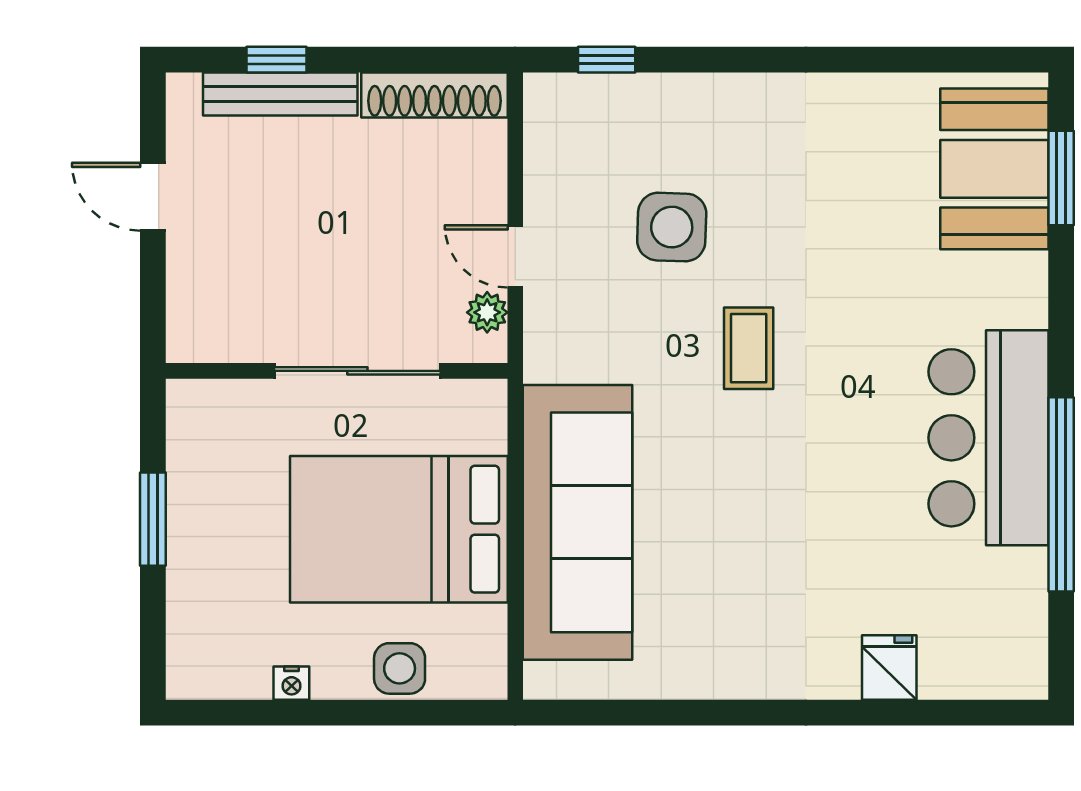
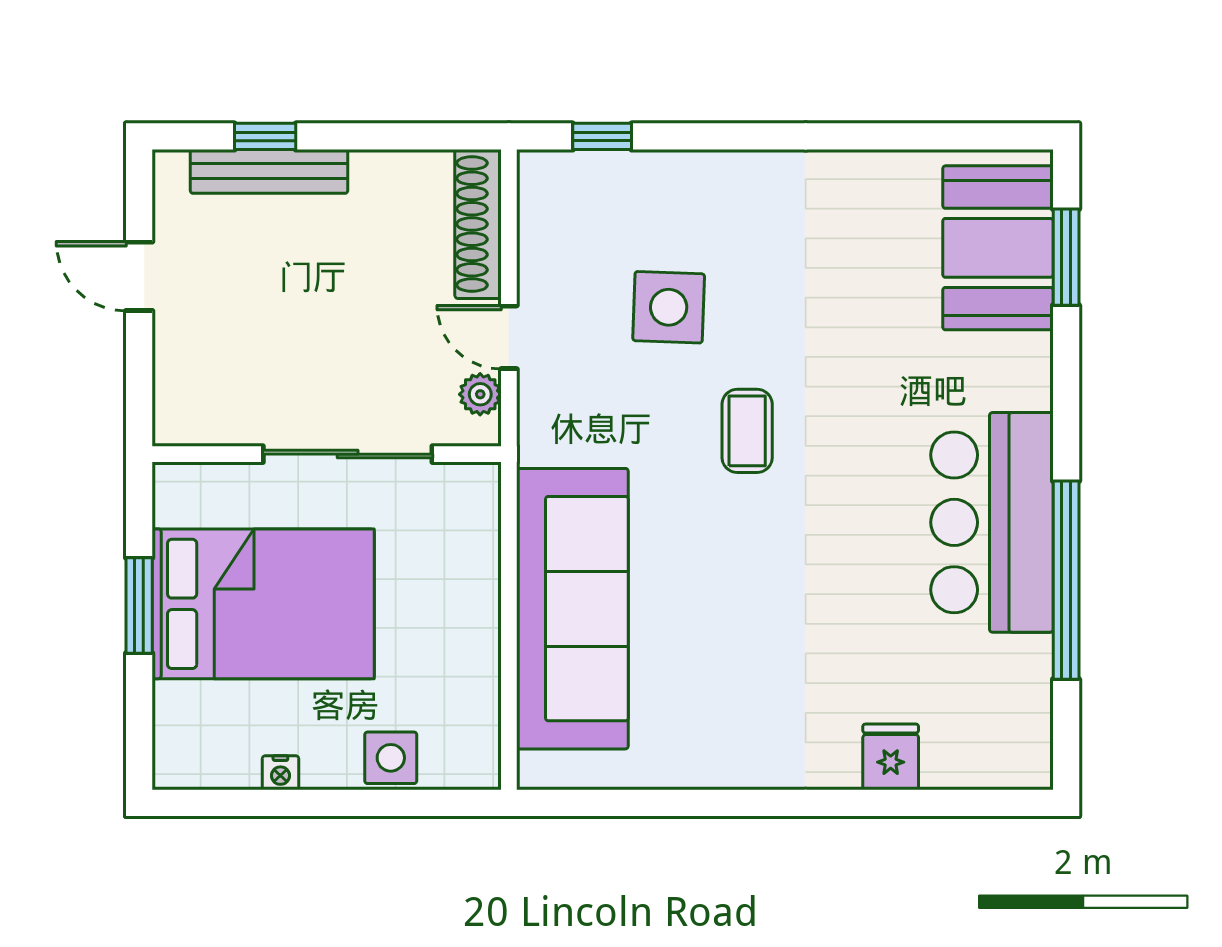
shoe rack: (434, 95) -> (478, 224), moved, turned 90
bed: (399, 529) -> (263, 604), moved, turned 180

